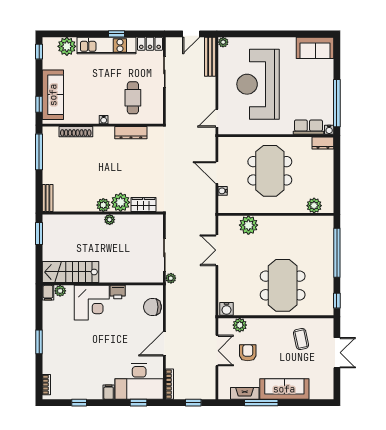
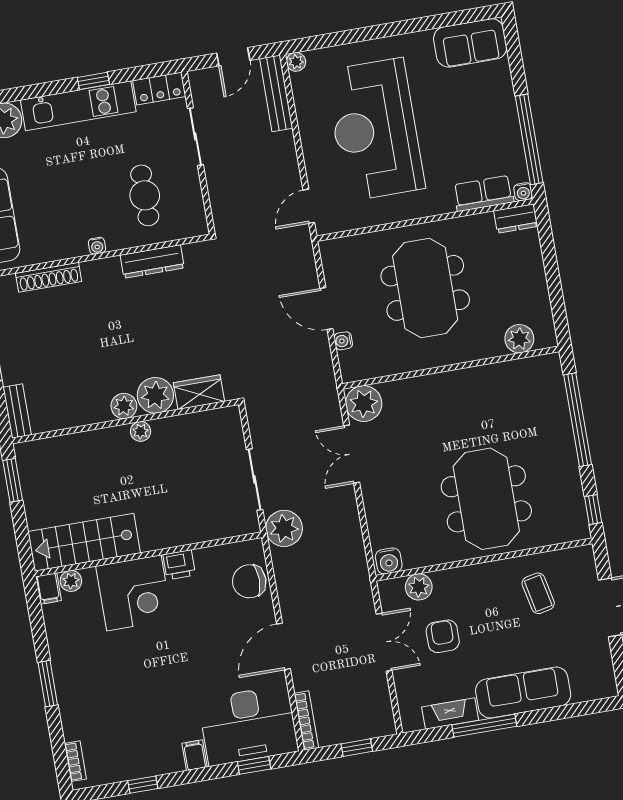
plant: (248, 225) -> (364, 404), moved
plant: (171, 278) -> (284, 528), width x1.87, depth x1.87

